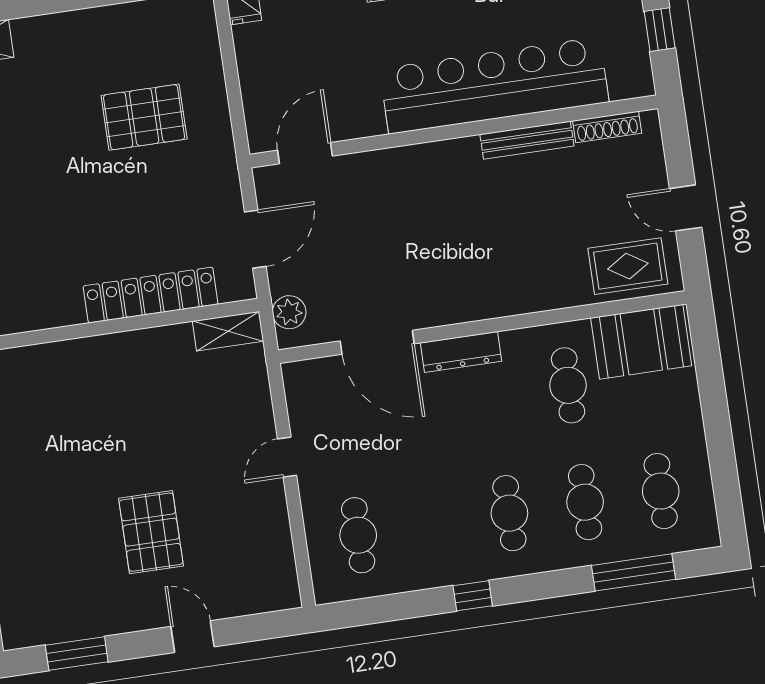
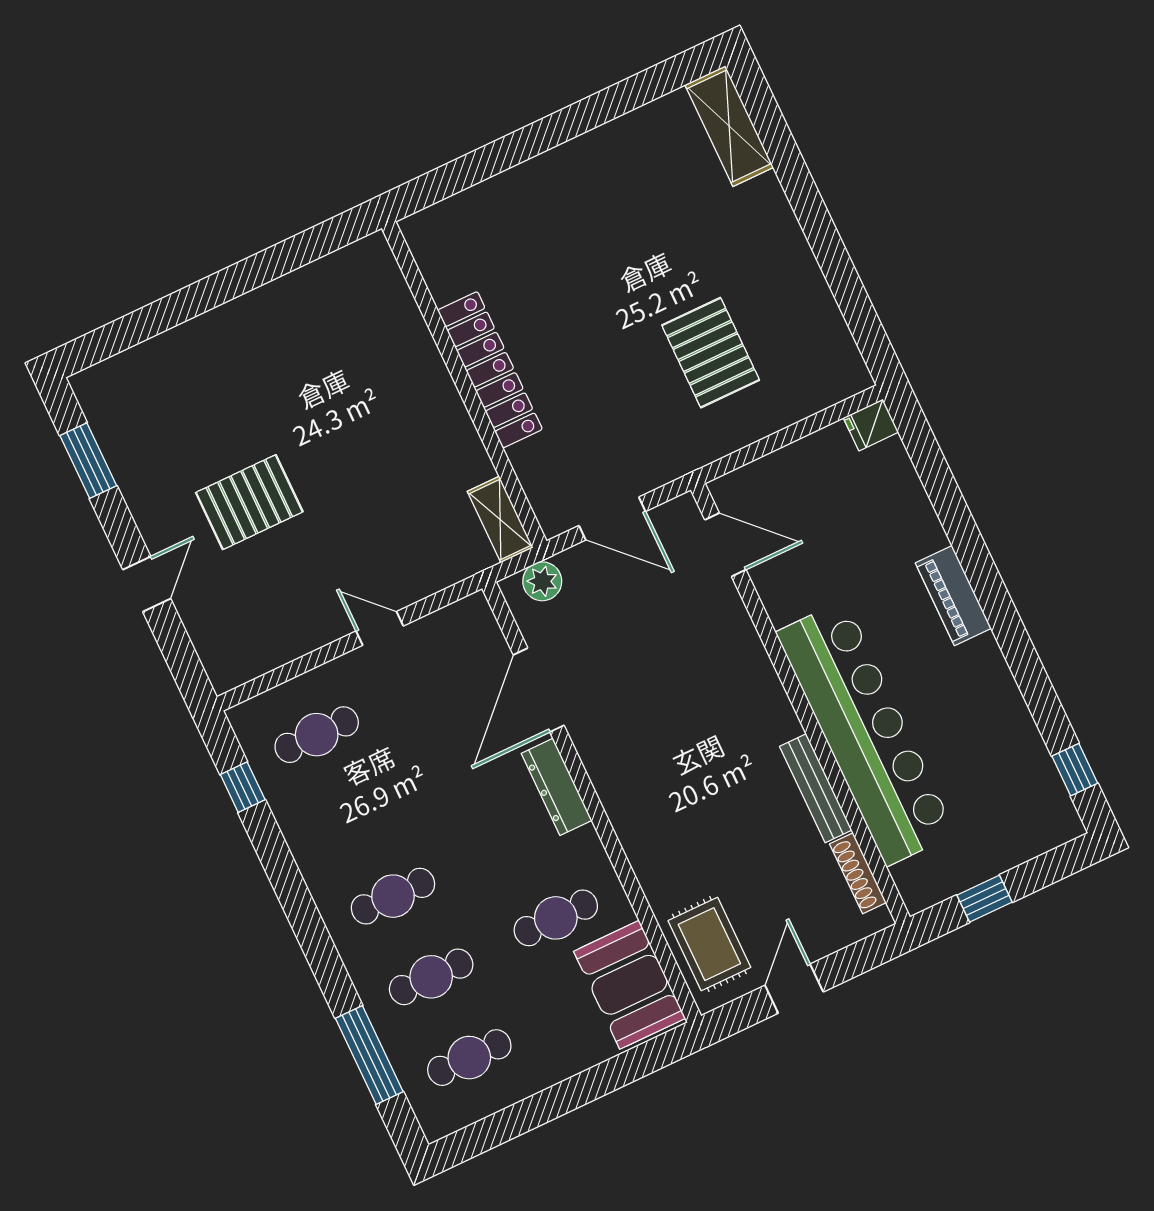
locker: (151, 295) -> (490, 370), moved
window: (473, 596) -> (243, 787), moved

